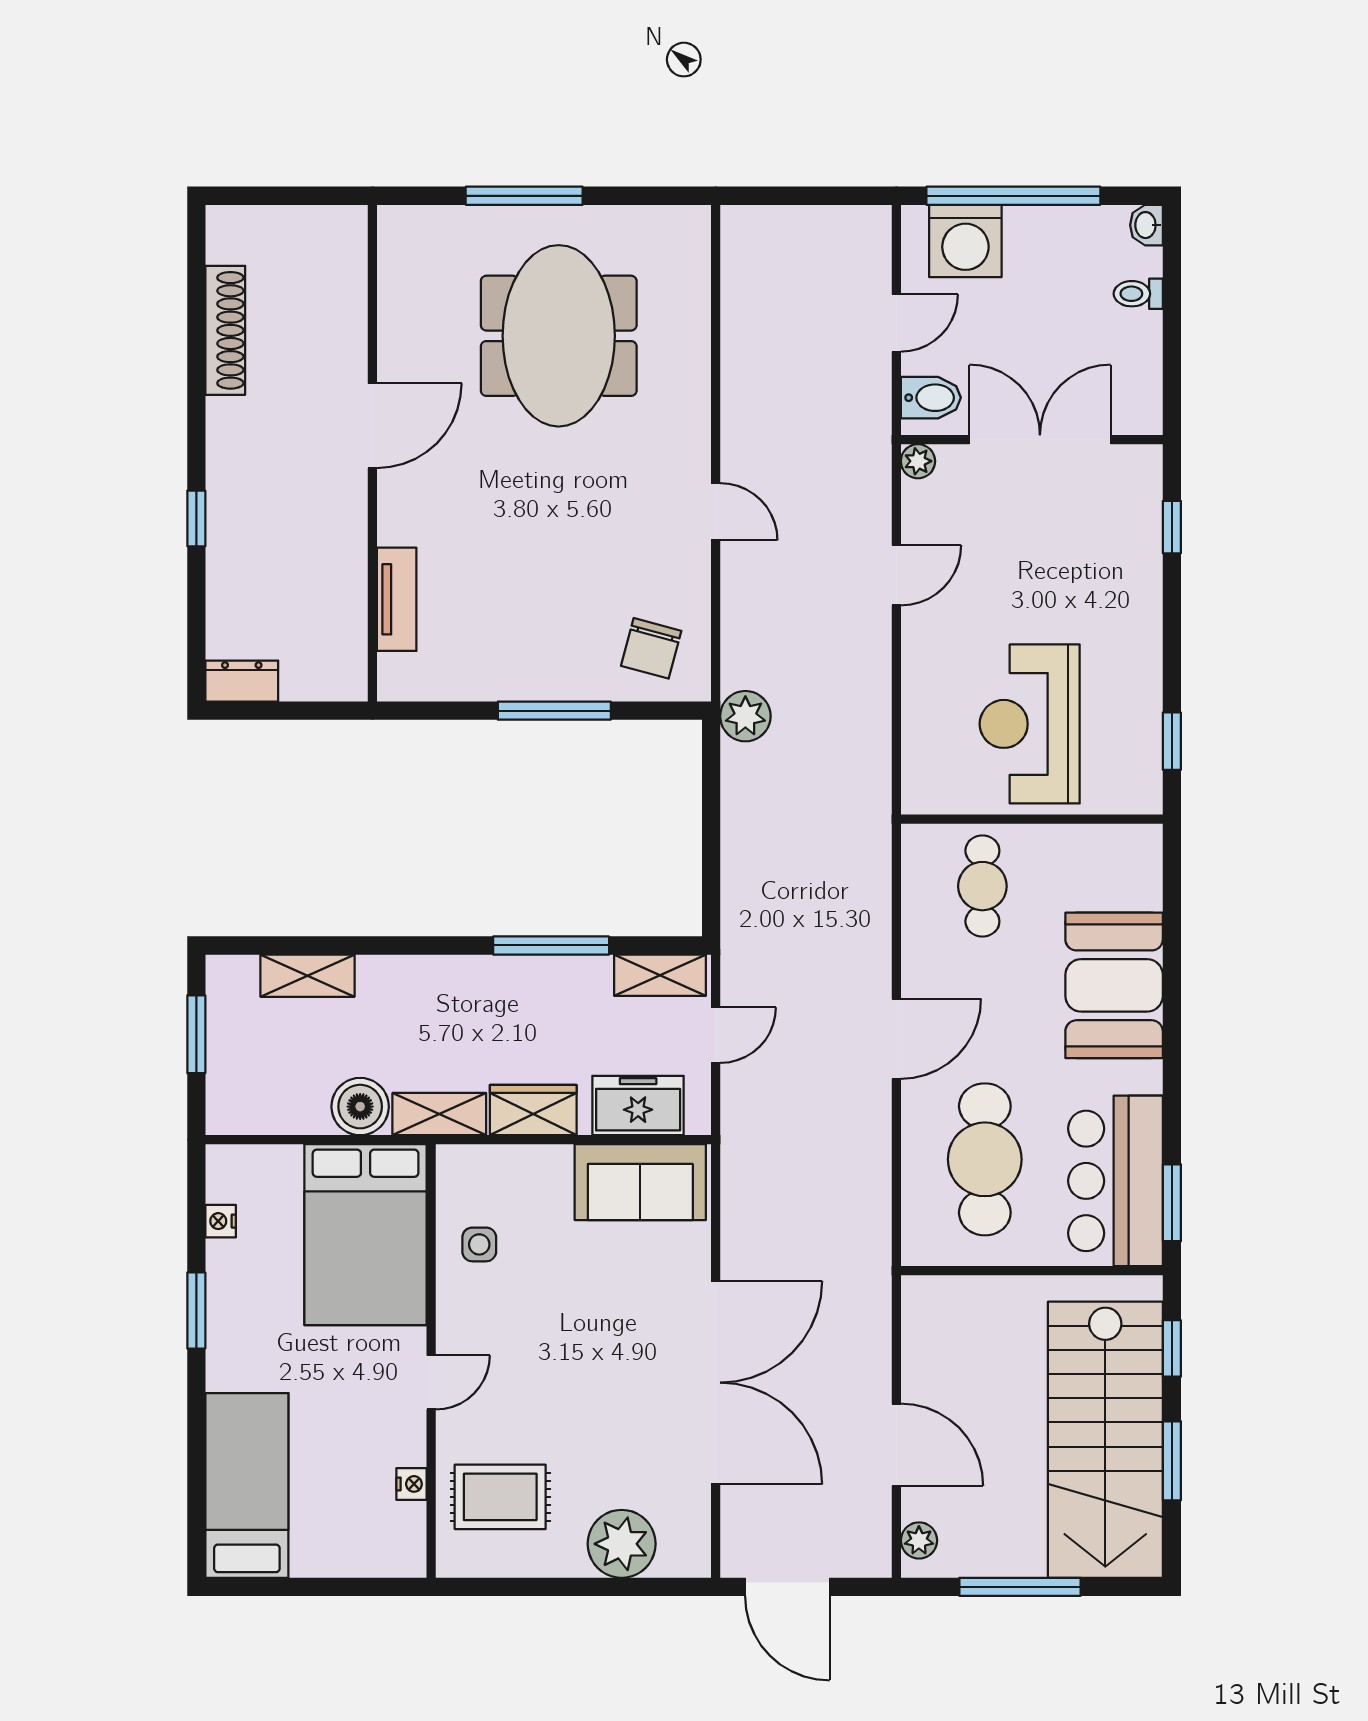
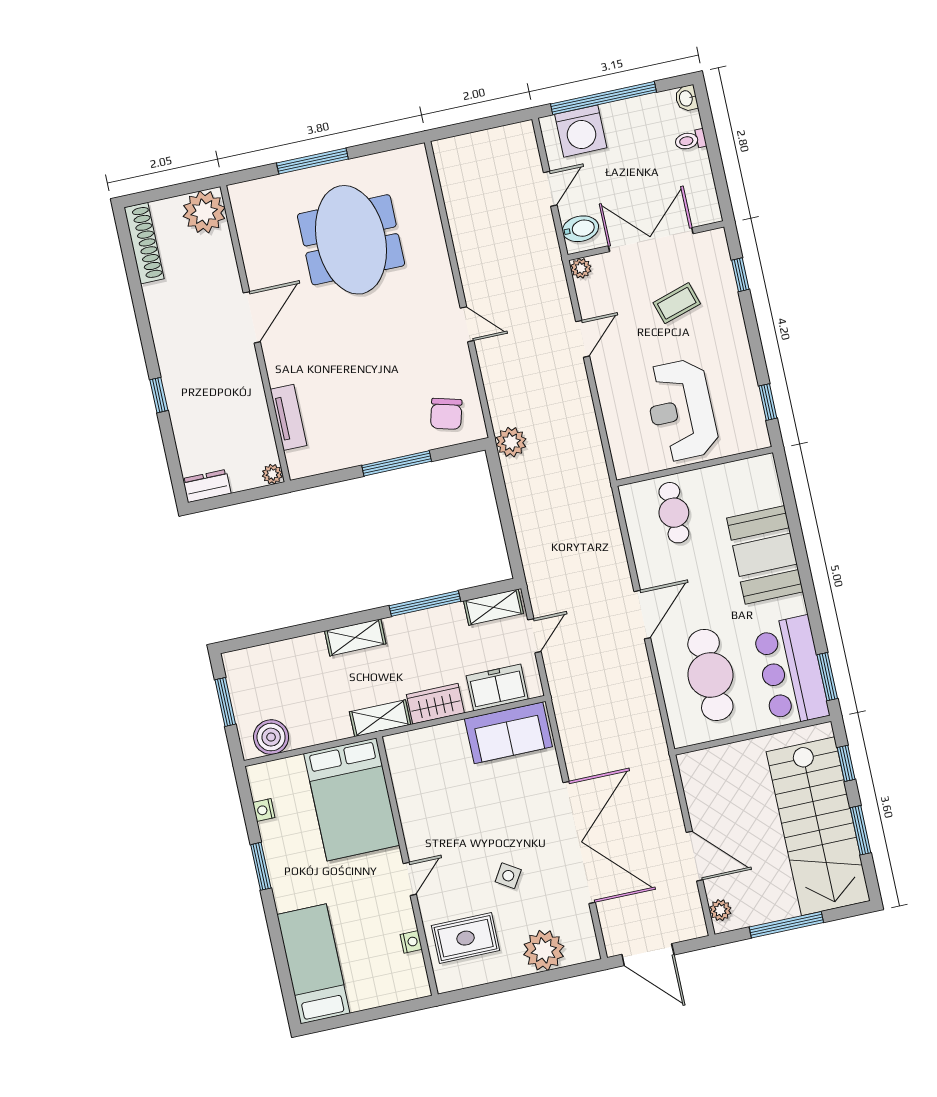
plant: (333, 240) -> (204, 212), added
shoe rack: (225, 330) -> (144, 243), moved
coffee table: (1060, 551) -> (677, 303), added
plant: (351, 685) -> (272, 474), added
shelving: (308, 976) -> (355, 637), moved
boiler: (360, 1107) -> (271, 737), moved
side table: (479, 1244) -> (508, 876), moved, turned 32

